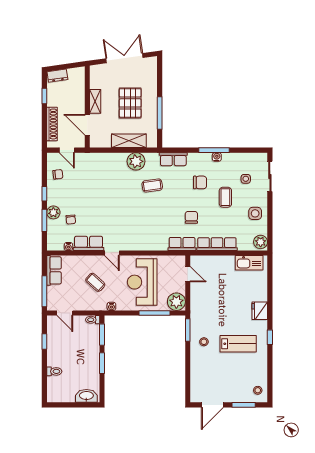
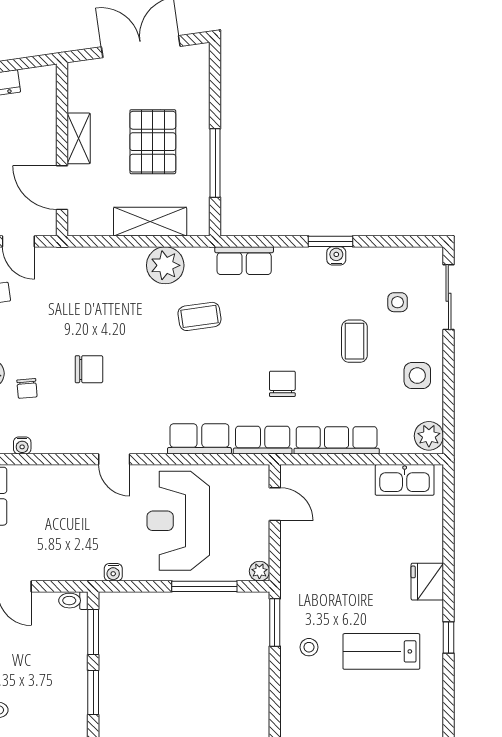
window: (214, 150) -> (331, 241), width x0.69
chair: (200, 182) -> (89, 369), moved
row of seats: (89, 243) -> (199, 439), moved
coffee table: (95, 282) -> (79, 521), removed
plant: (176, 302) -> (259, 571), width x0.53, depth x0.53
lab bench: (238, 344) -> (381, 651), turned 180

